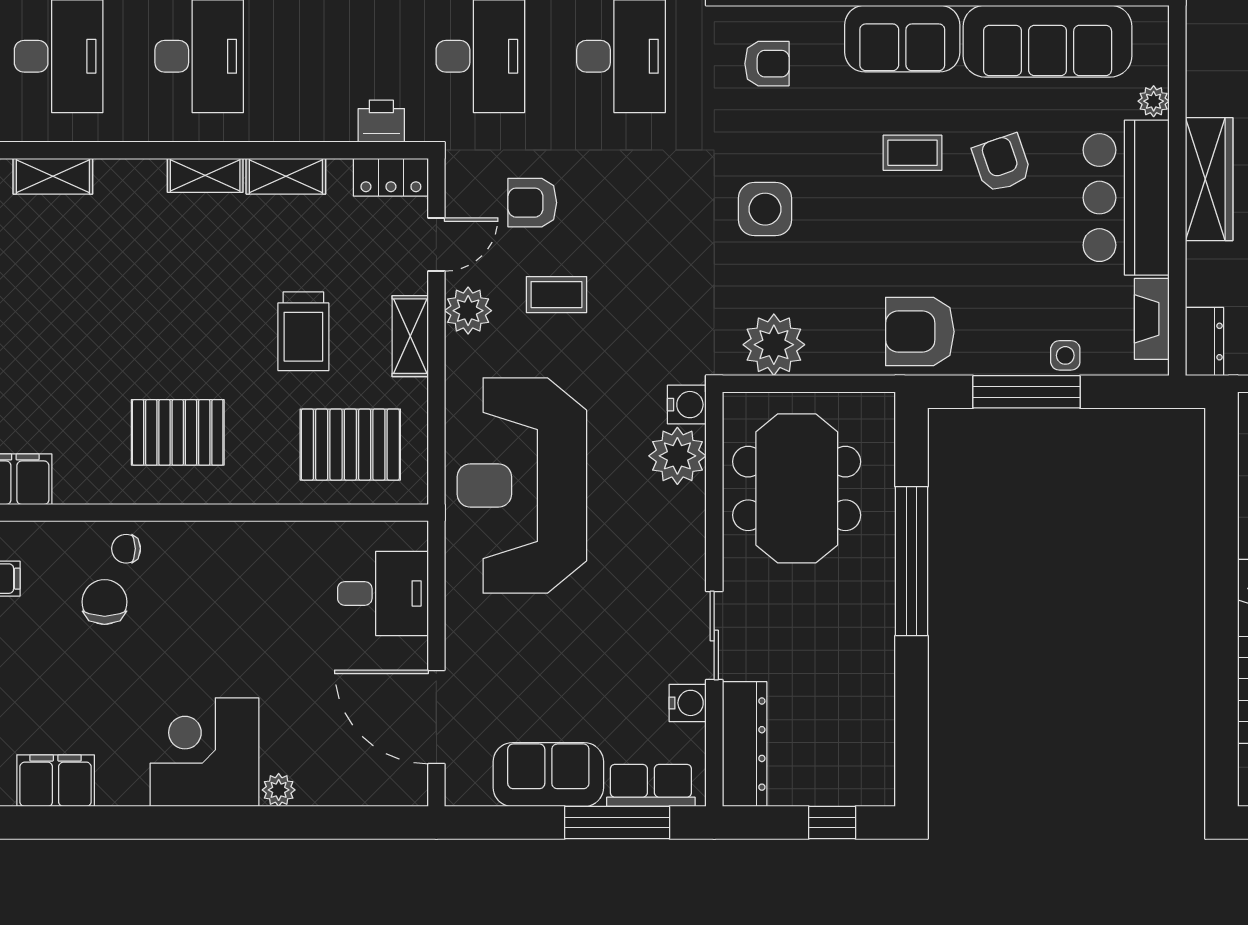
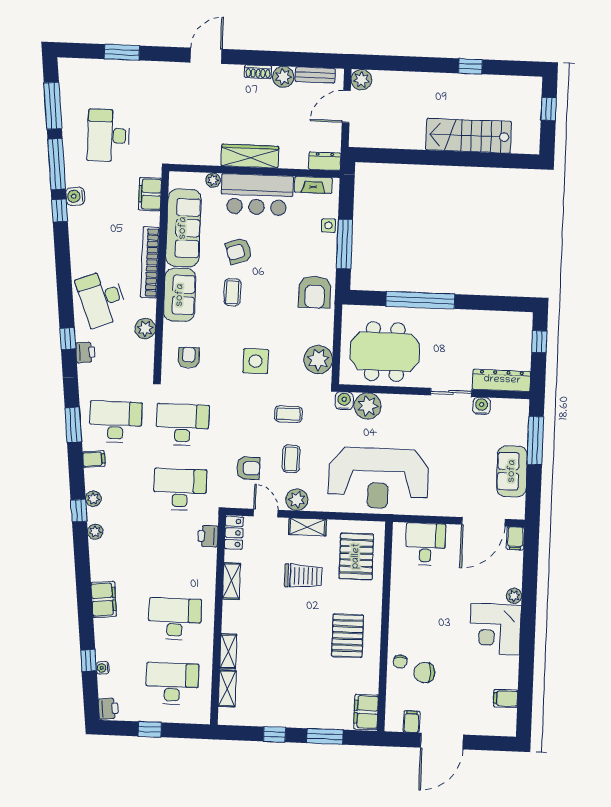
shelving: (205, 175) -> (228, 651), moved
armchair: (532, 203) -> (248, 468), turned -90
coffee table: (653, 285) -> (288, 414), added
filing cabinet: (56, 781) -> (506, 698), width x0.50
row of seats: (651, 785) -> (519, 424), removed
filing cabinet: (404, 788) -> (515, 538), added

